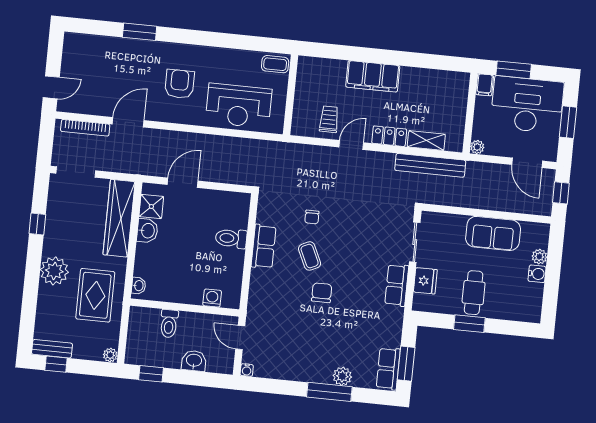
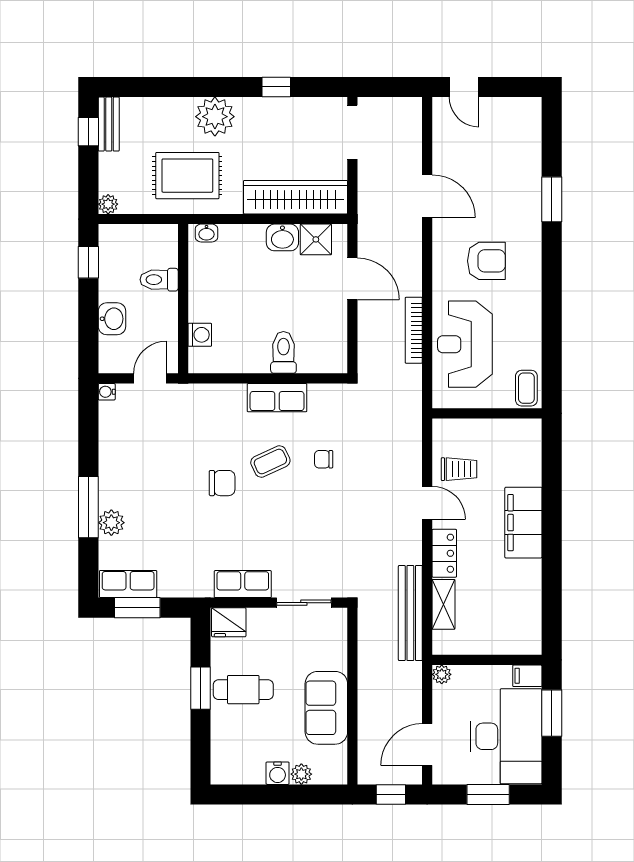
bookcase: (85, 128) -> (414, 330), moved
fridge: (425, 281) -> (229, 622), moved

